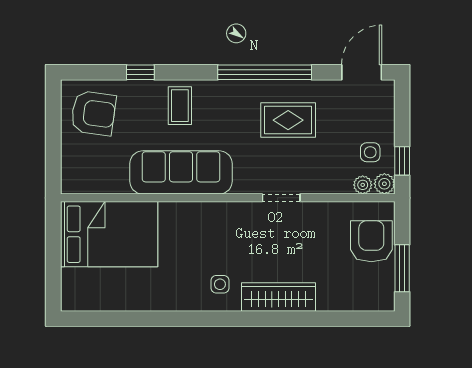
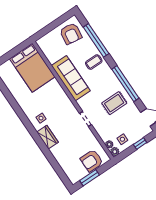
window: (140, 72) -> (96, 40), width x3.17
rug: (288, 120) -> (114, 103), turned 90
window: (402, 161) -> (140, 144), moved
armchair: (371, 241) -> (92, 161), turned 180
wardrobe: (279, 297) -> (47, 137), width x0.67

